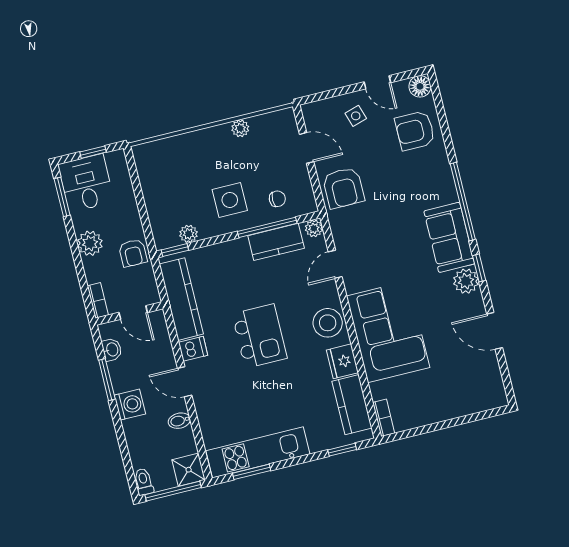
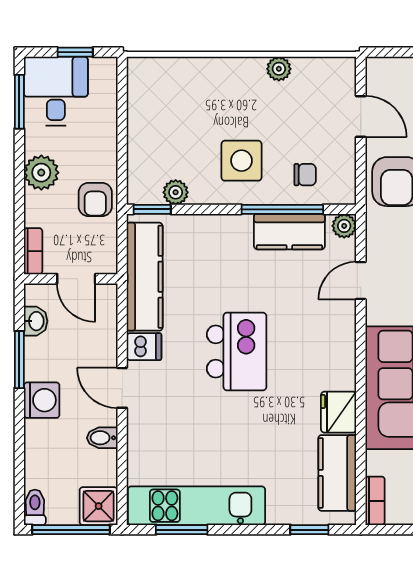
stool: (328, 323) -> (332, 356), removed

